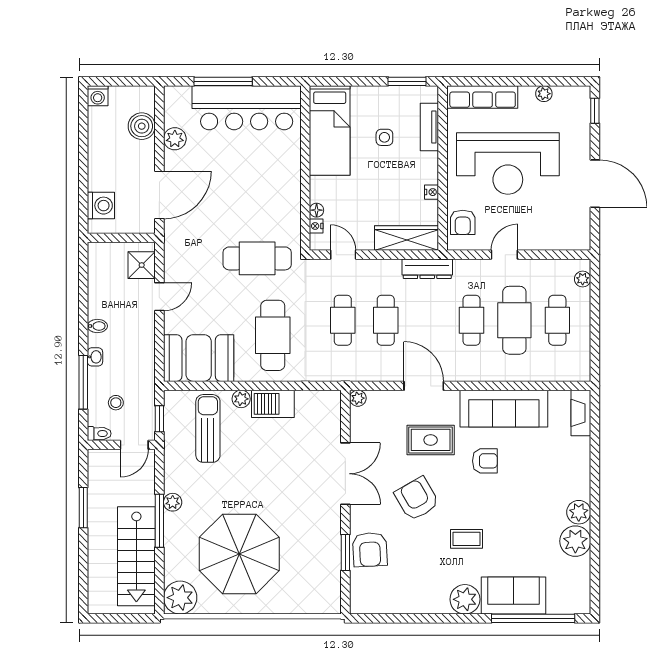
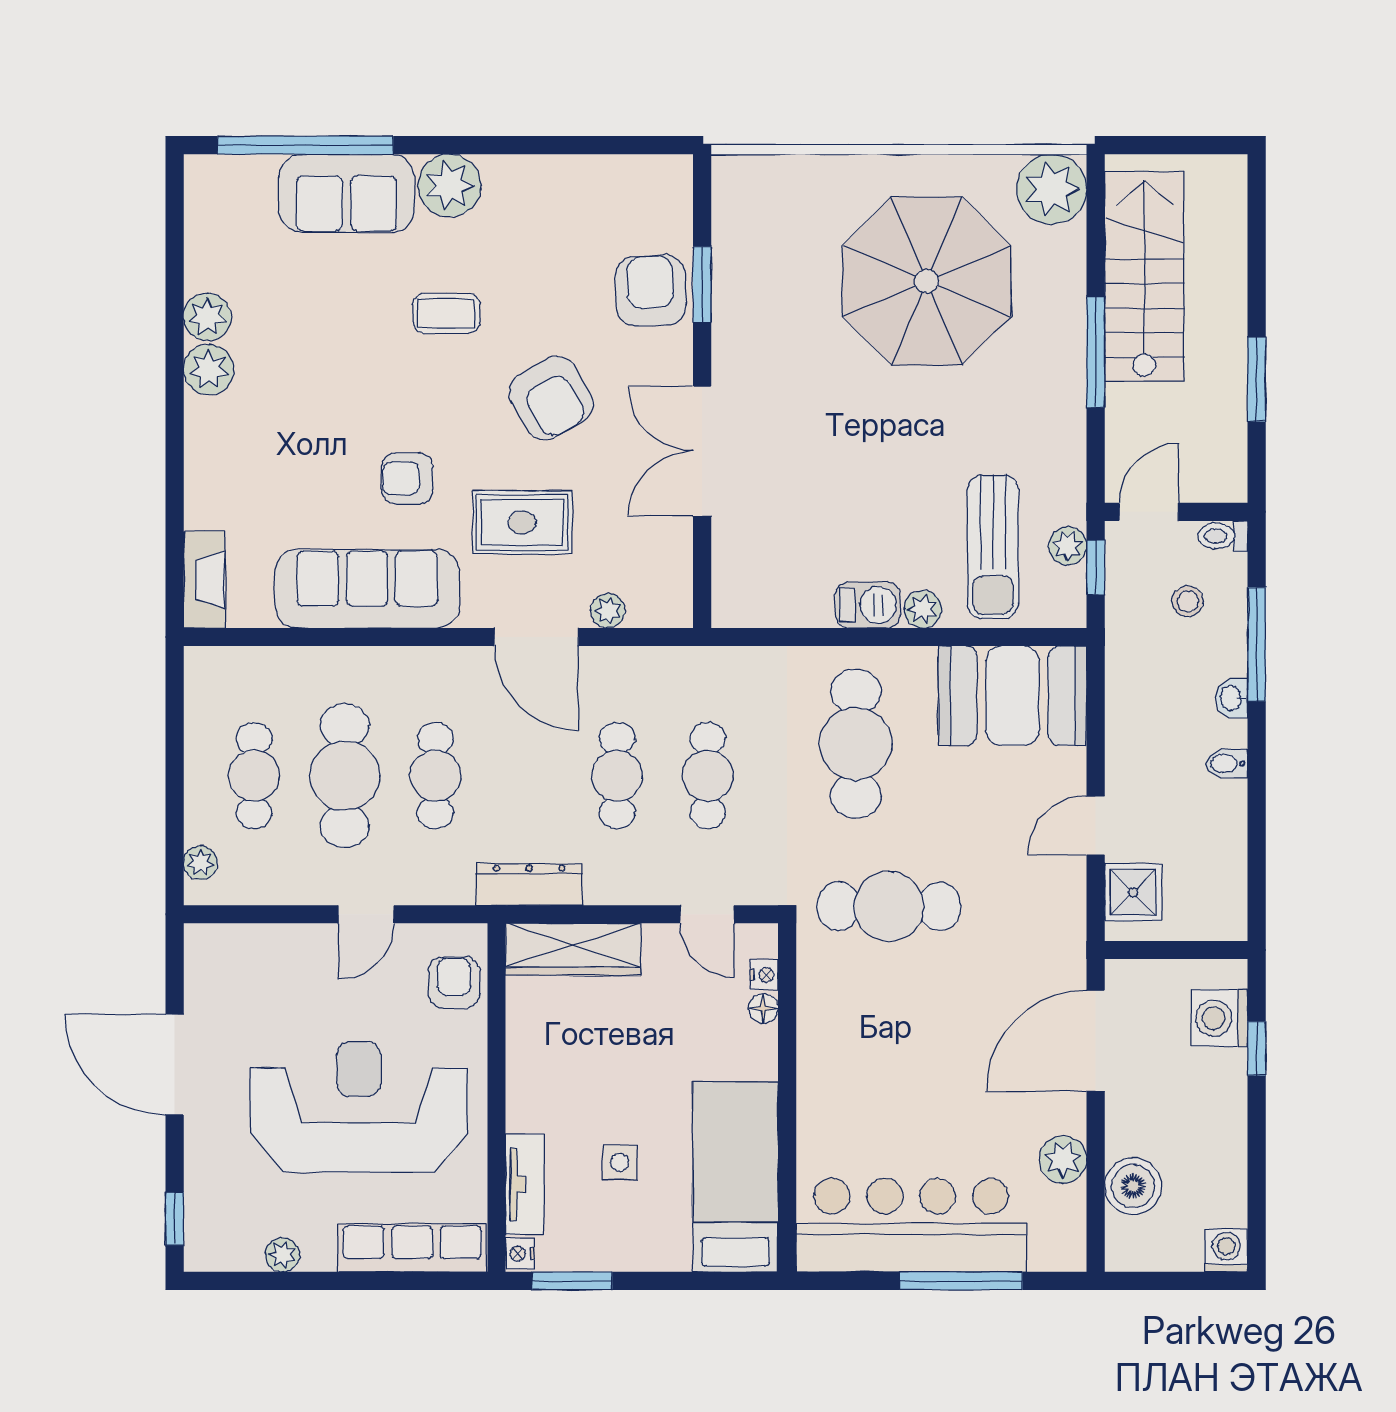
window: (83, 191) -> (1257, 1048), added
nightstand: (432, 192) -> (520, 1254), moved
plant: (358, 398) -> (608, 611), moved
barbecue: (273, 404) -> (868, 605), width x0.73, depth x0.79
plant: (173, 502) -> (1068, 546), moved
plant: (575, 541) -> (207, 317), width x0.73, depth x0.73

